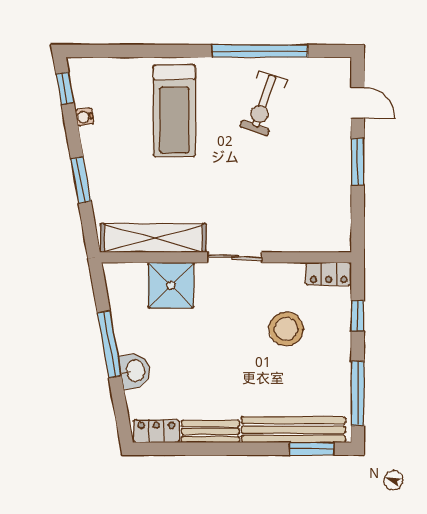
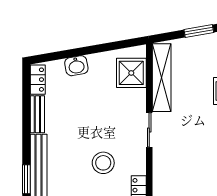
shower: (171, 285) -> (131, 73), moved
window: (109, 344) -> (93, 49), removed

